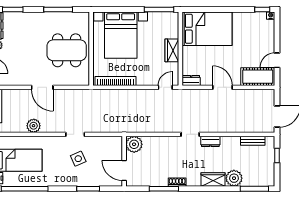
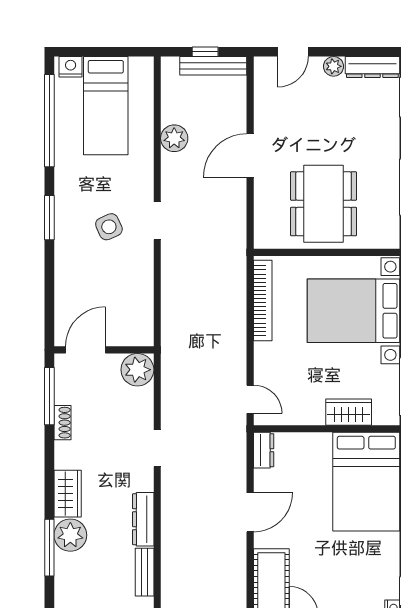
wardrobe: (172, 50) -> (349, 412), moved
dresser: (210, 141) -> (143, 519), moved, width x1.44
plant: (134, 144) -> (137, 370), moved
wall: (124, 161) -> (104, 350), moved
door: (124, 171) -> (86, 350), moved
window: (88, 189) -> (49, 218), moved
window: (254, 189) -> (49, 548), moved

